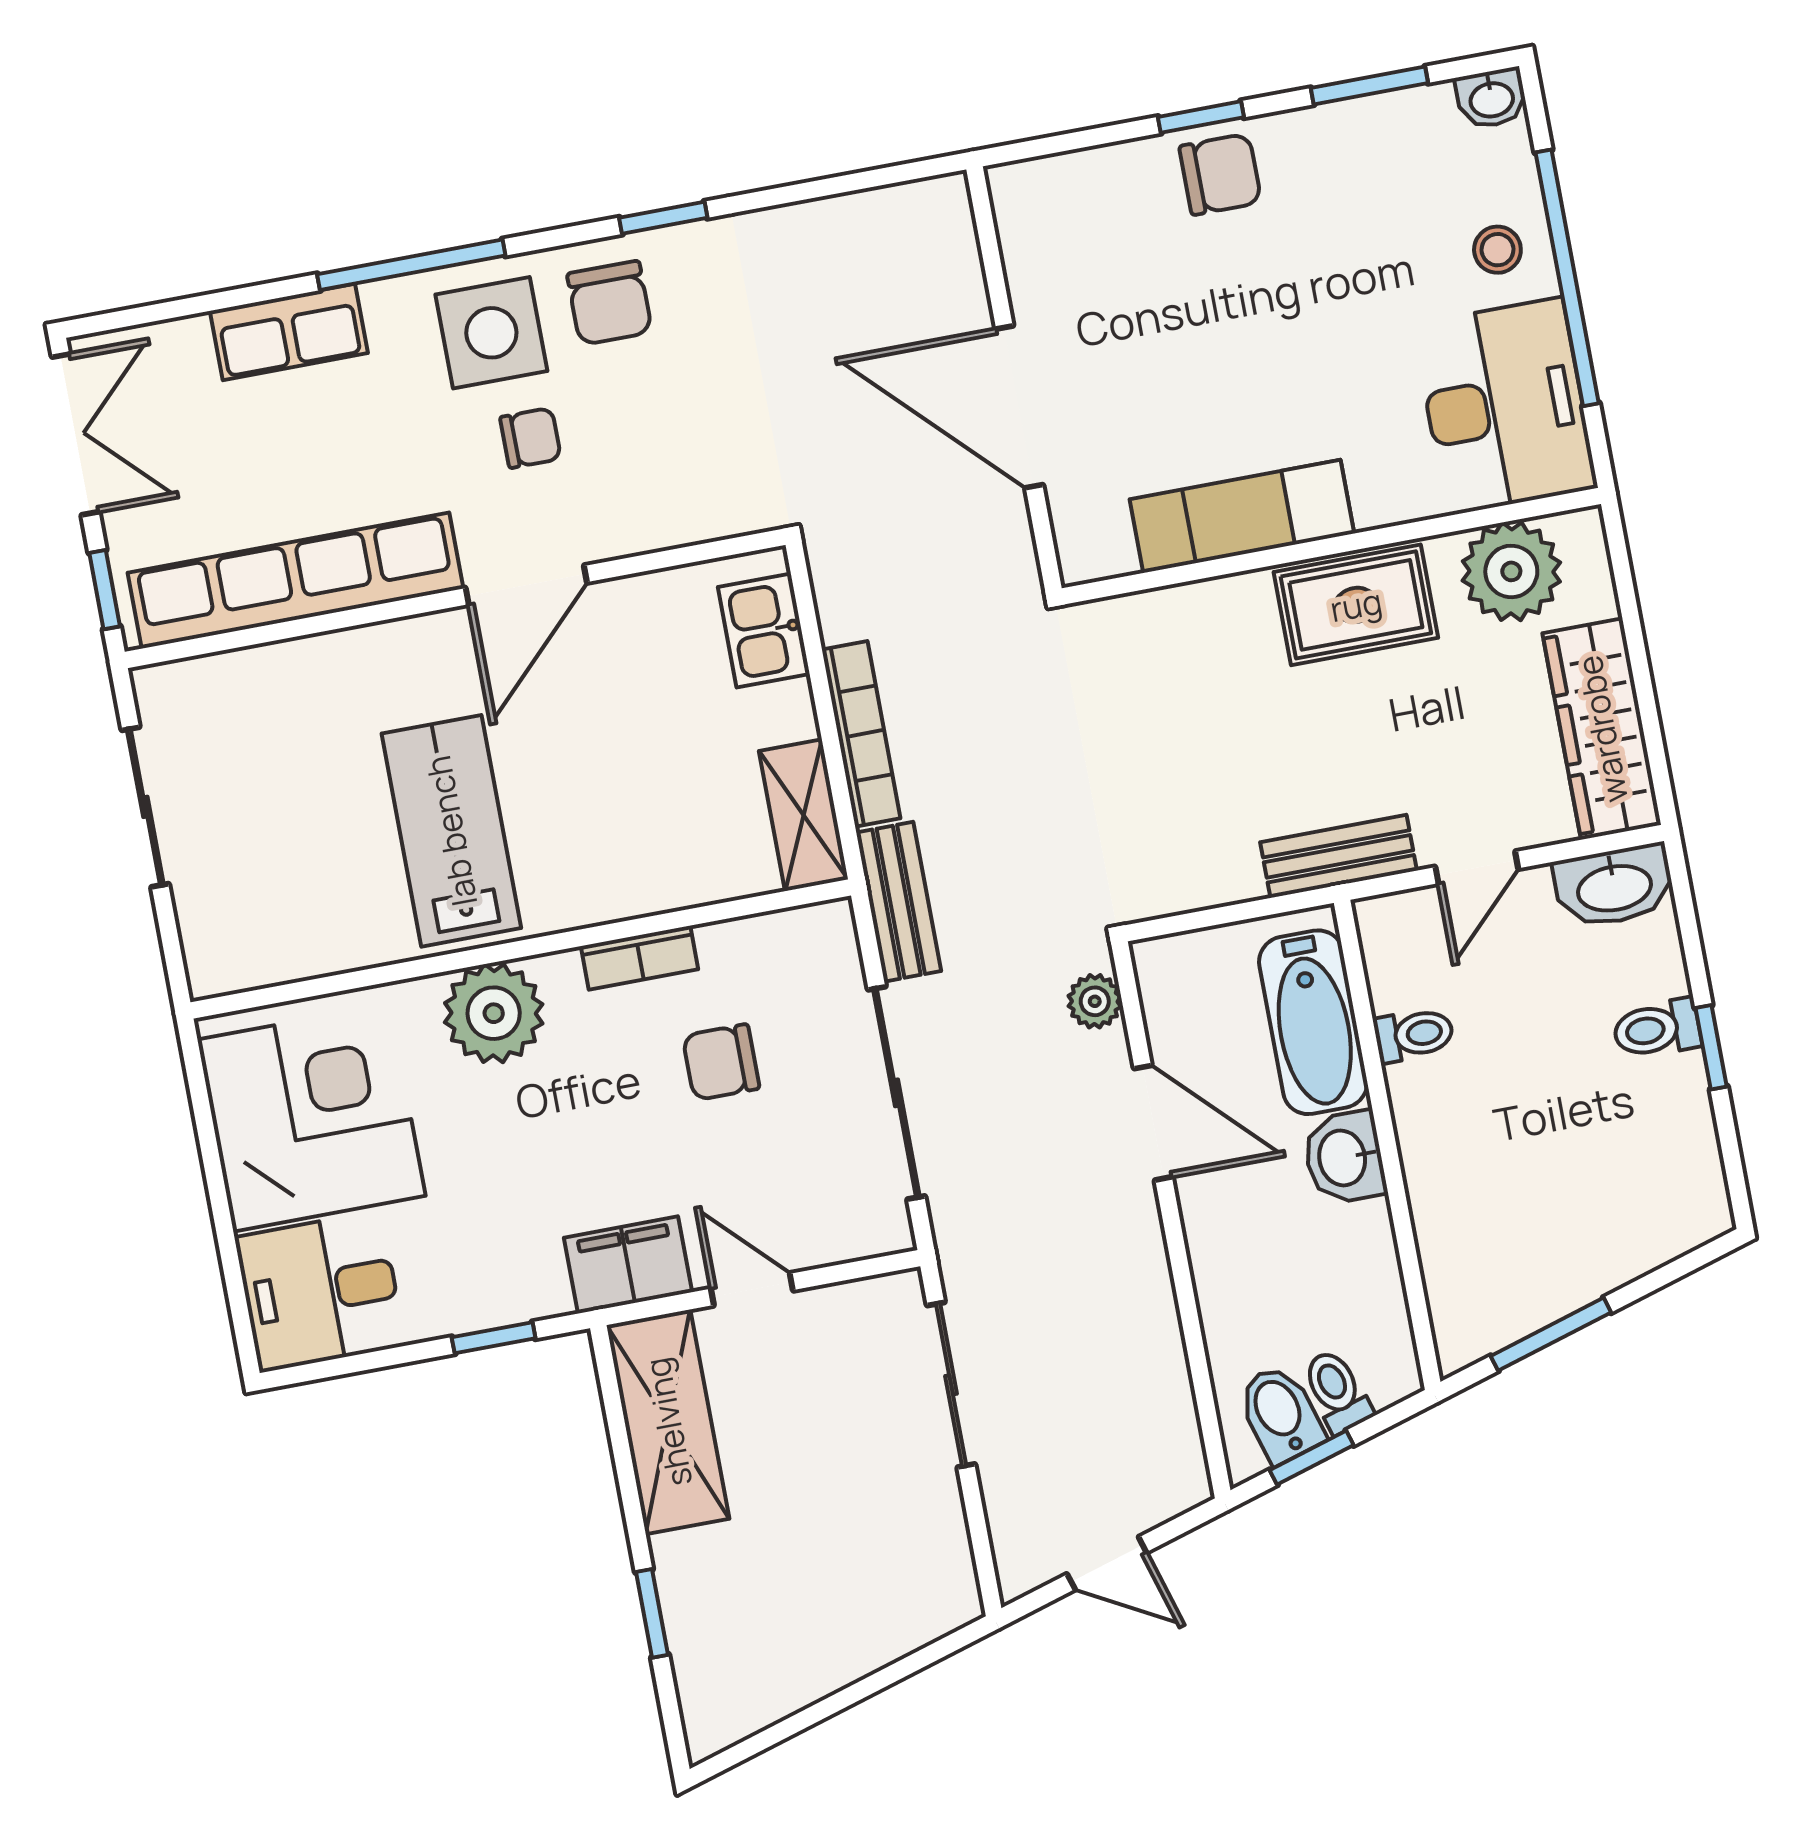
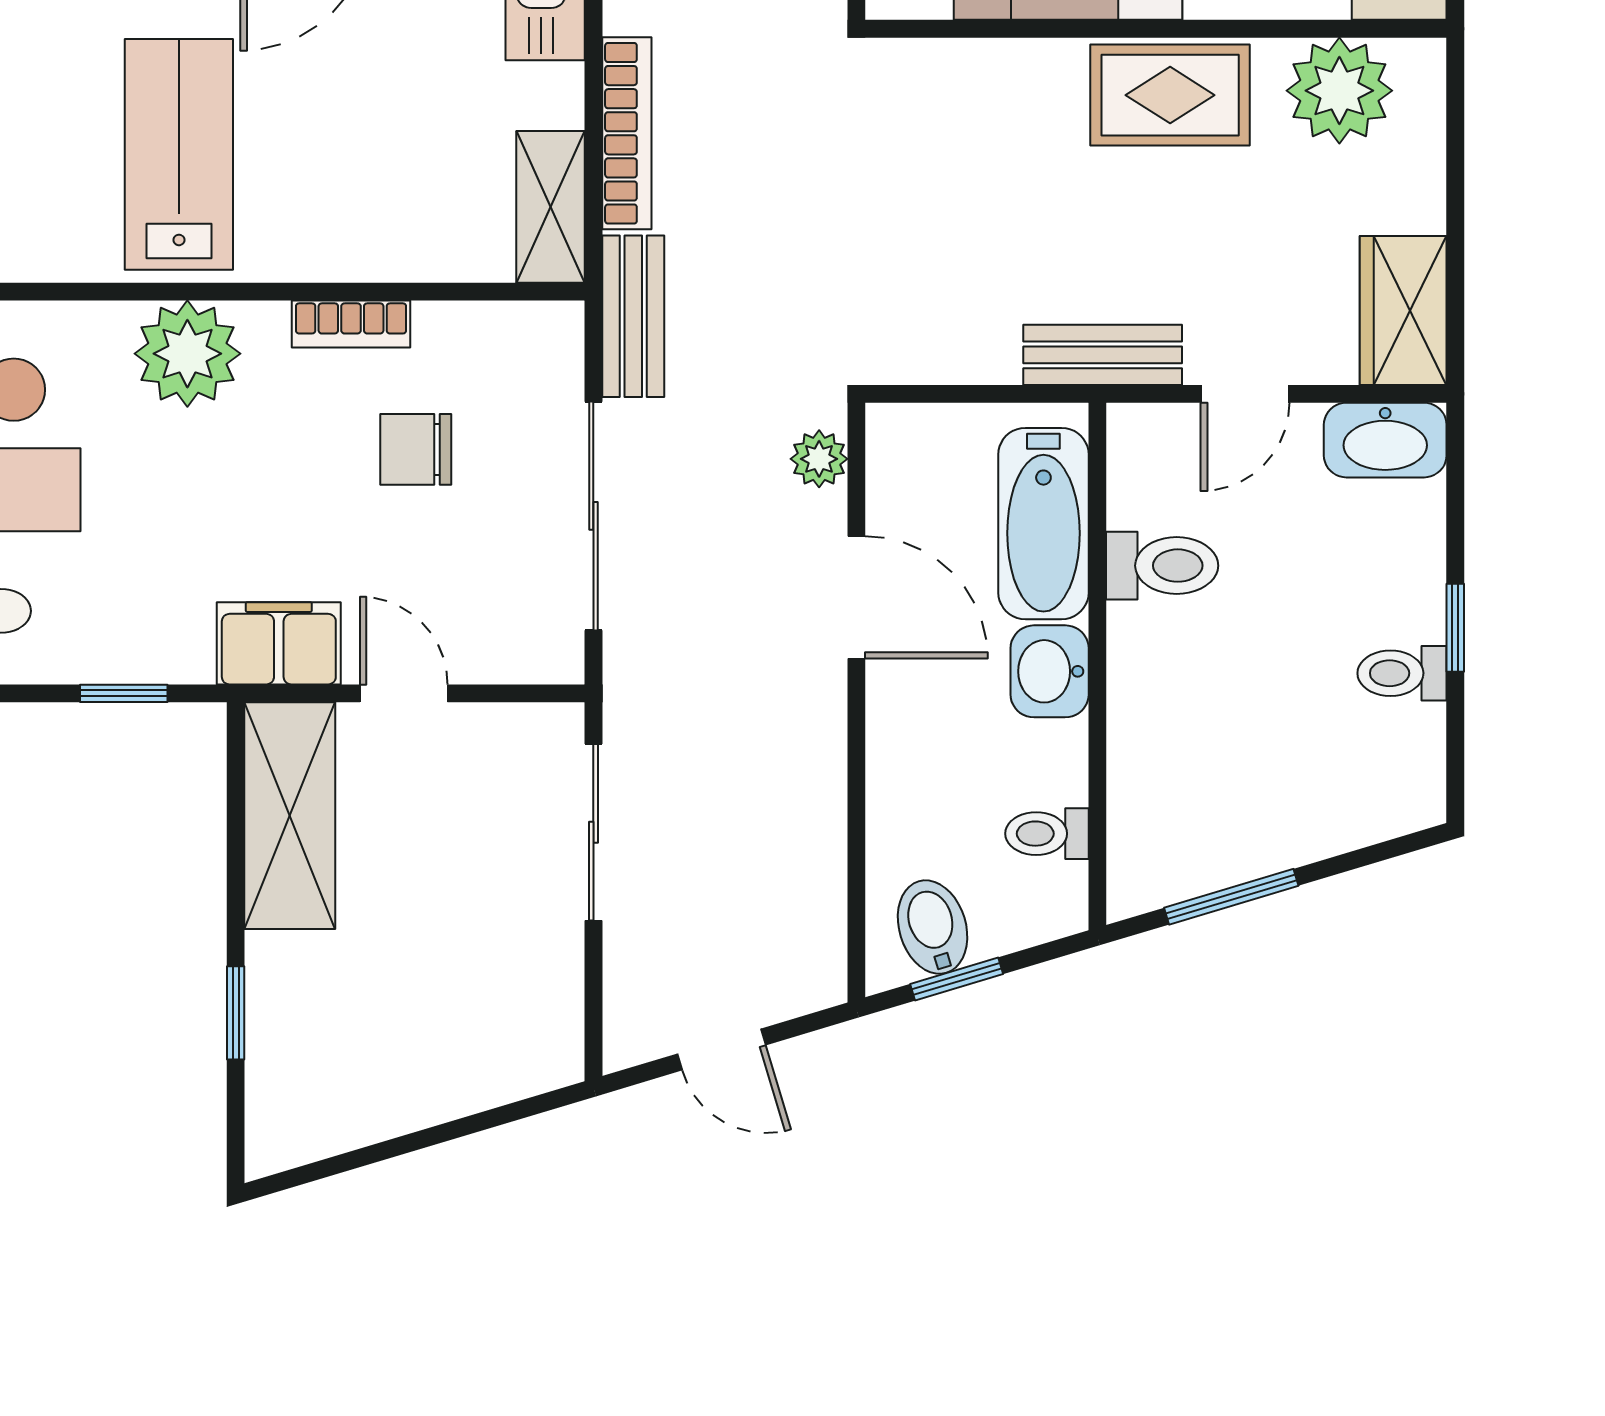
wardrobe: (1602, 729) -> (1403, 310), width x0.67
toilet: (1657, 1029) -> (1402, 673), moved
toilet: (1414, 1035) -> (1162, 566), width x1.37, depth x1.39
toilet: (1337, 1391) -> (1047, 834), moved, turned -73

